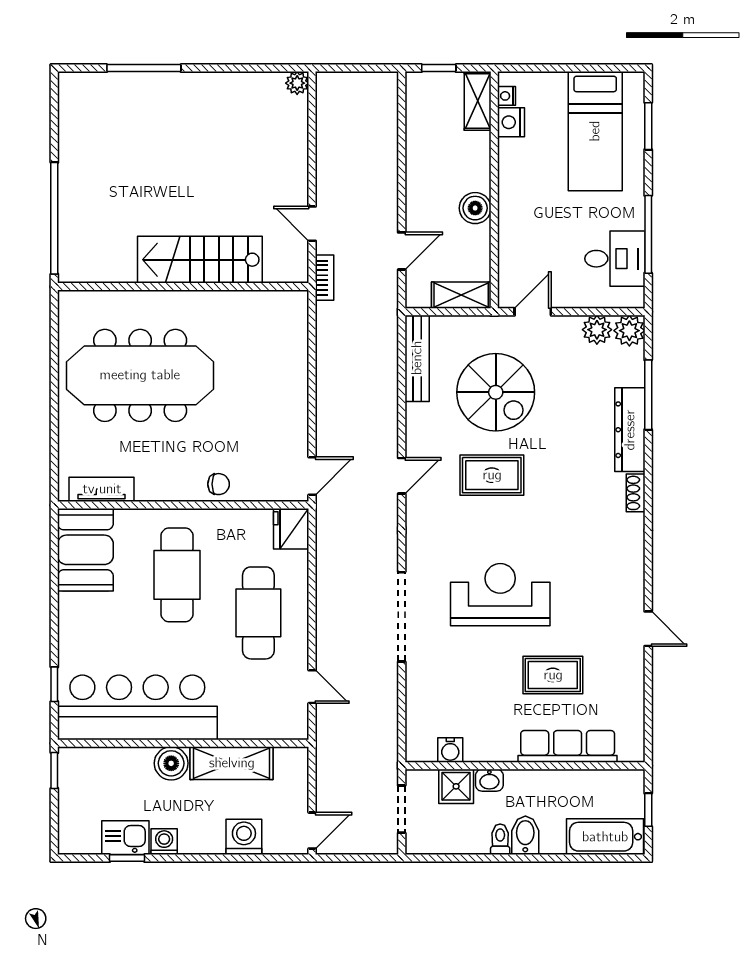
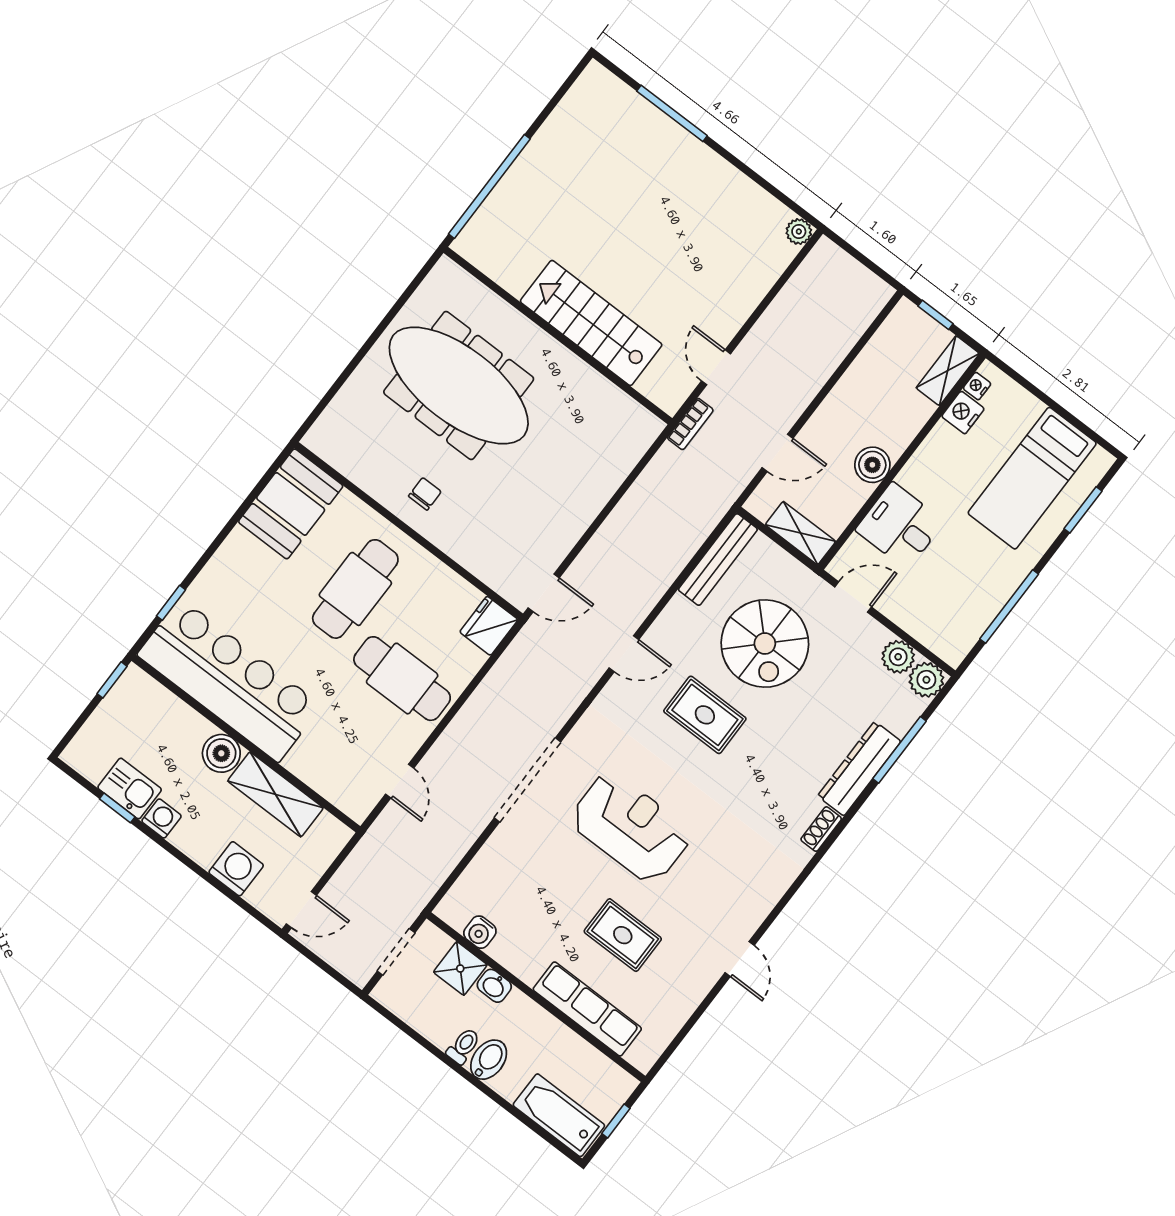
desk: (615, 259) -> (900, 526), moved, turned 180
chair: (219, 484) -> (425, 494), moved, turned -90
tv unit: (102, 489) -> (346, 461), removed
cafe table: (258, 613) -> (402, 679), turned 90

